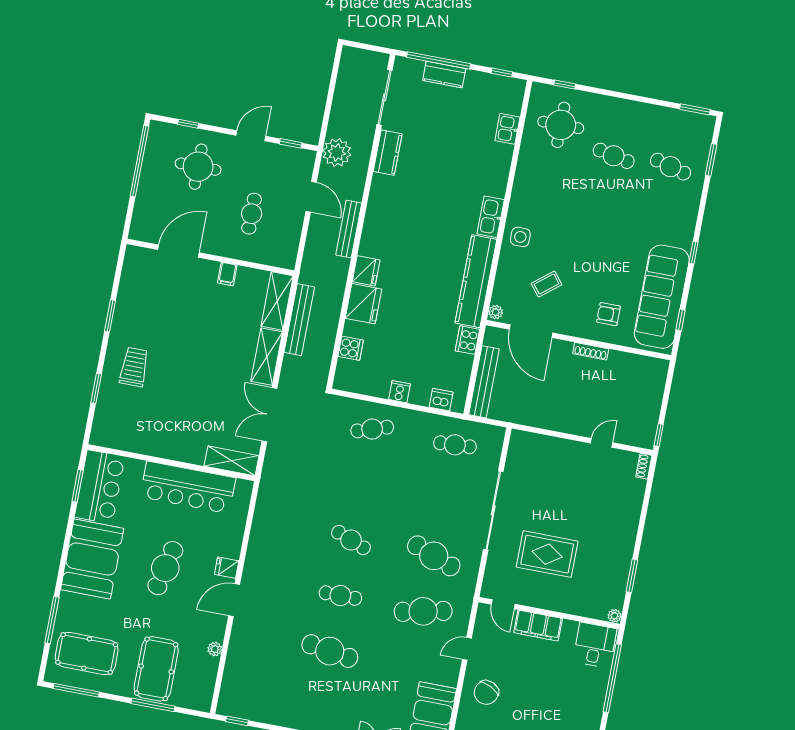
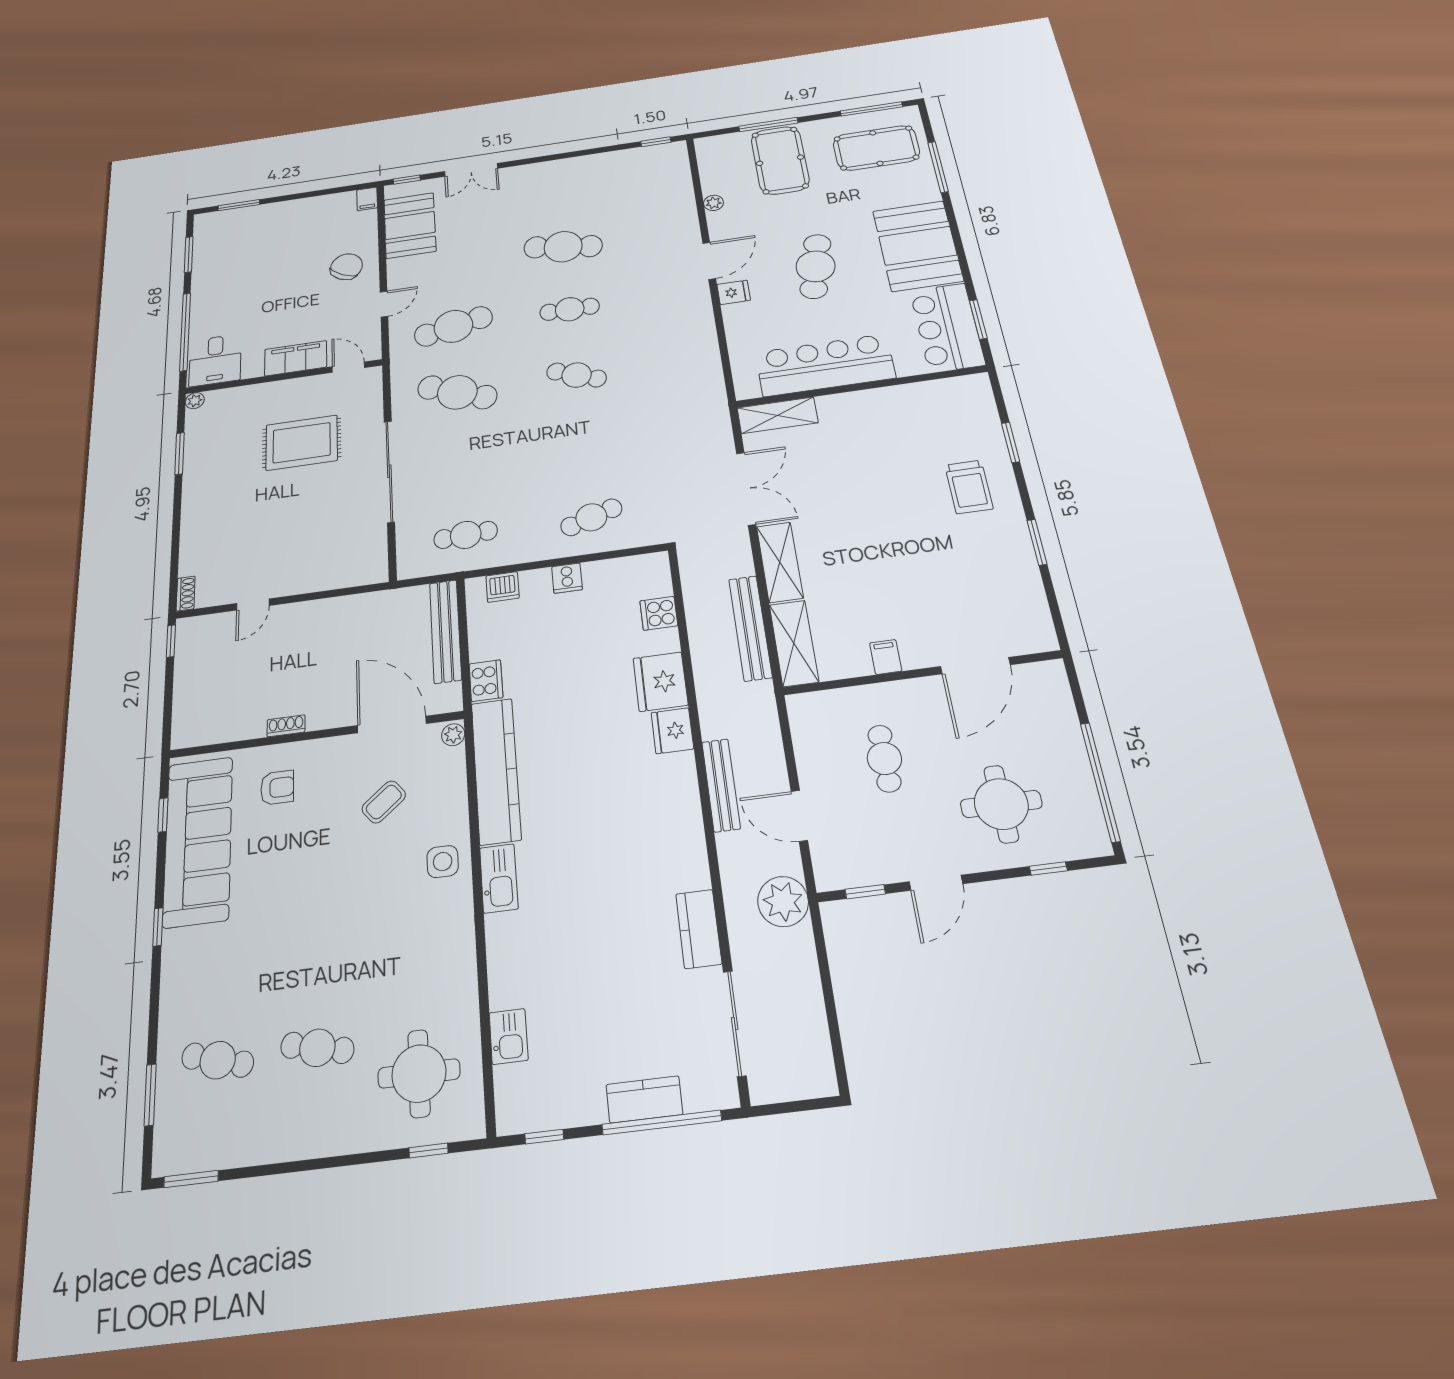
shoe rack: (591, 351) -> (286, 726), width x0.70

